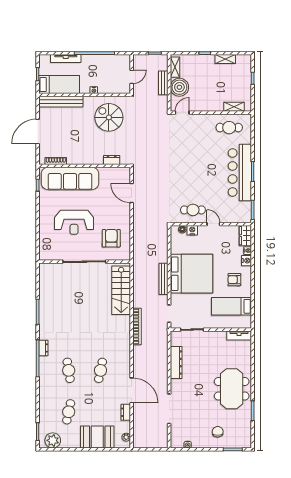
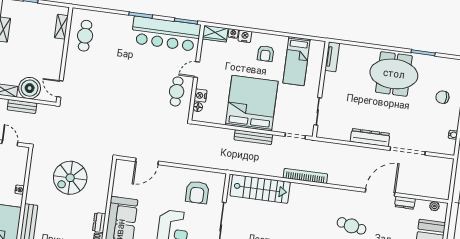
spiral stairs: (109, 117) -> (70, 178), moved
dresser: (112, 160) -> (99, 223), moved
bar counter: (240, 172) -> (166, 34), moved
armchair: (111, 238) -> (197, 192), turned -90
dresser: (176, 363) -> (370, 138), moved

